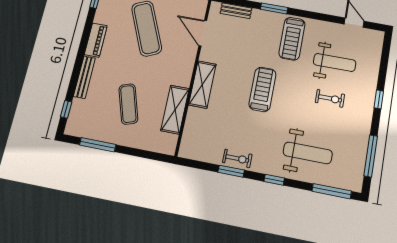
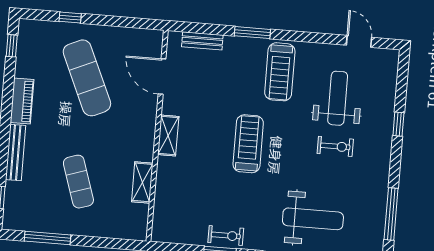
weight bench: (335, 62) -> (338, 98), turned -90
shelving: (202, 85) -> (168, 136), width x0.67, depth x0.75
window: (379, 99) -> (398, 124), moved
shelving: (175, 110) -> (142, 182), width x0.67, depth x0.75

